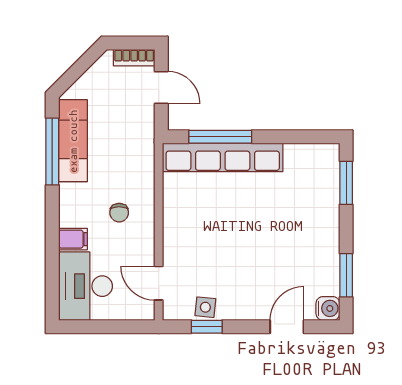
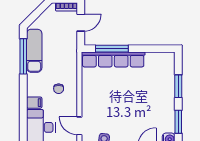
door: (161, 87) -> (81, 23), hinge flipped
window: (346, 183) -> (178, 86), moved

